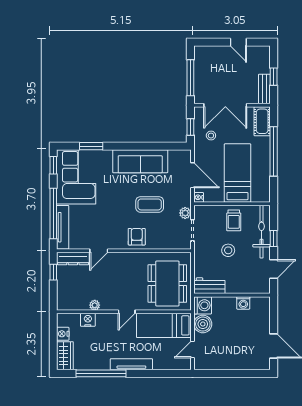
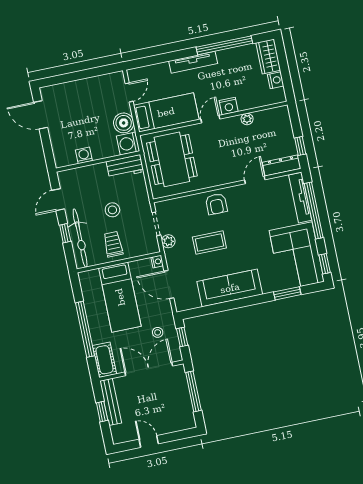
bench: (264, 89) -> (111, 402), width x1.36
nightstand: (88, 320) -> (229, 106), moved

